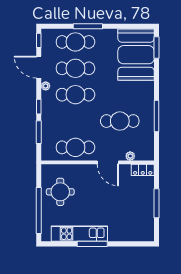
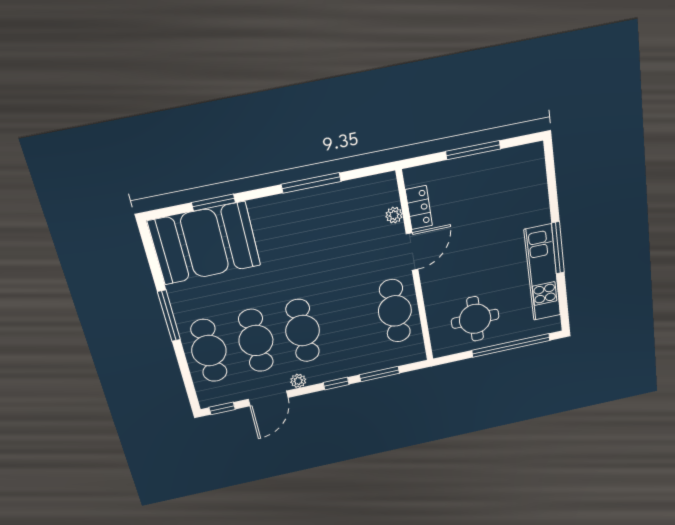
window: (88, 26) -> (169, 316), moved
window: (156, 47) -> (213, 203), moved
cafe table: (120, 121) -> (334, 247), removed
locker: (143, 170) -> (419, 208), moved

